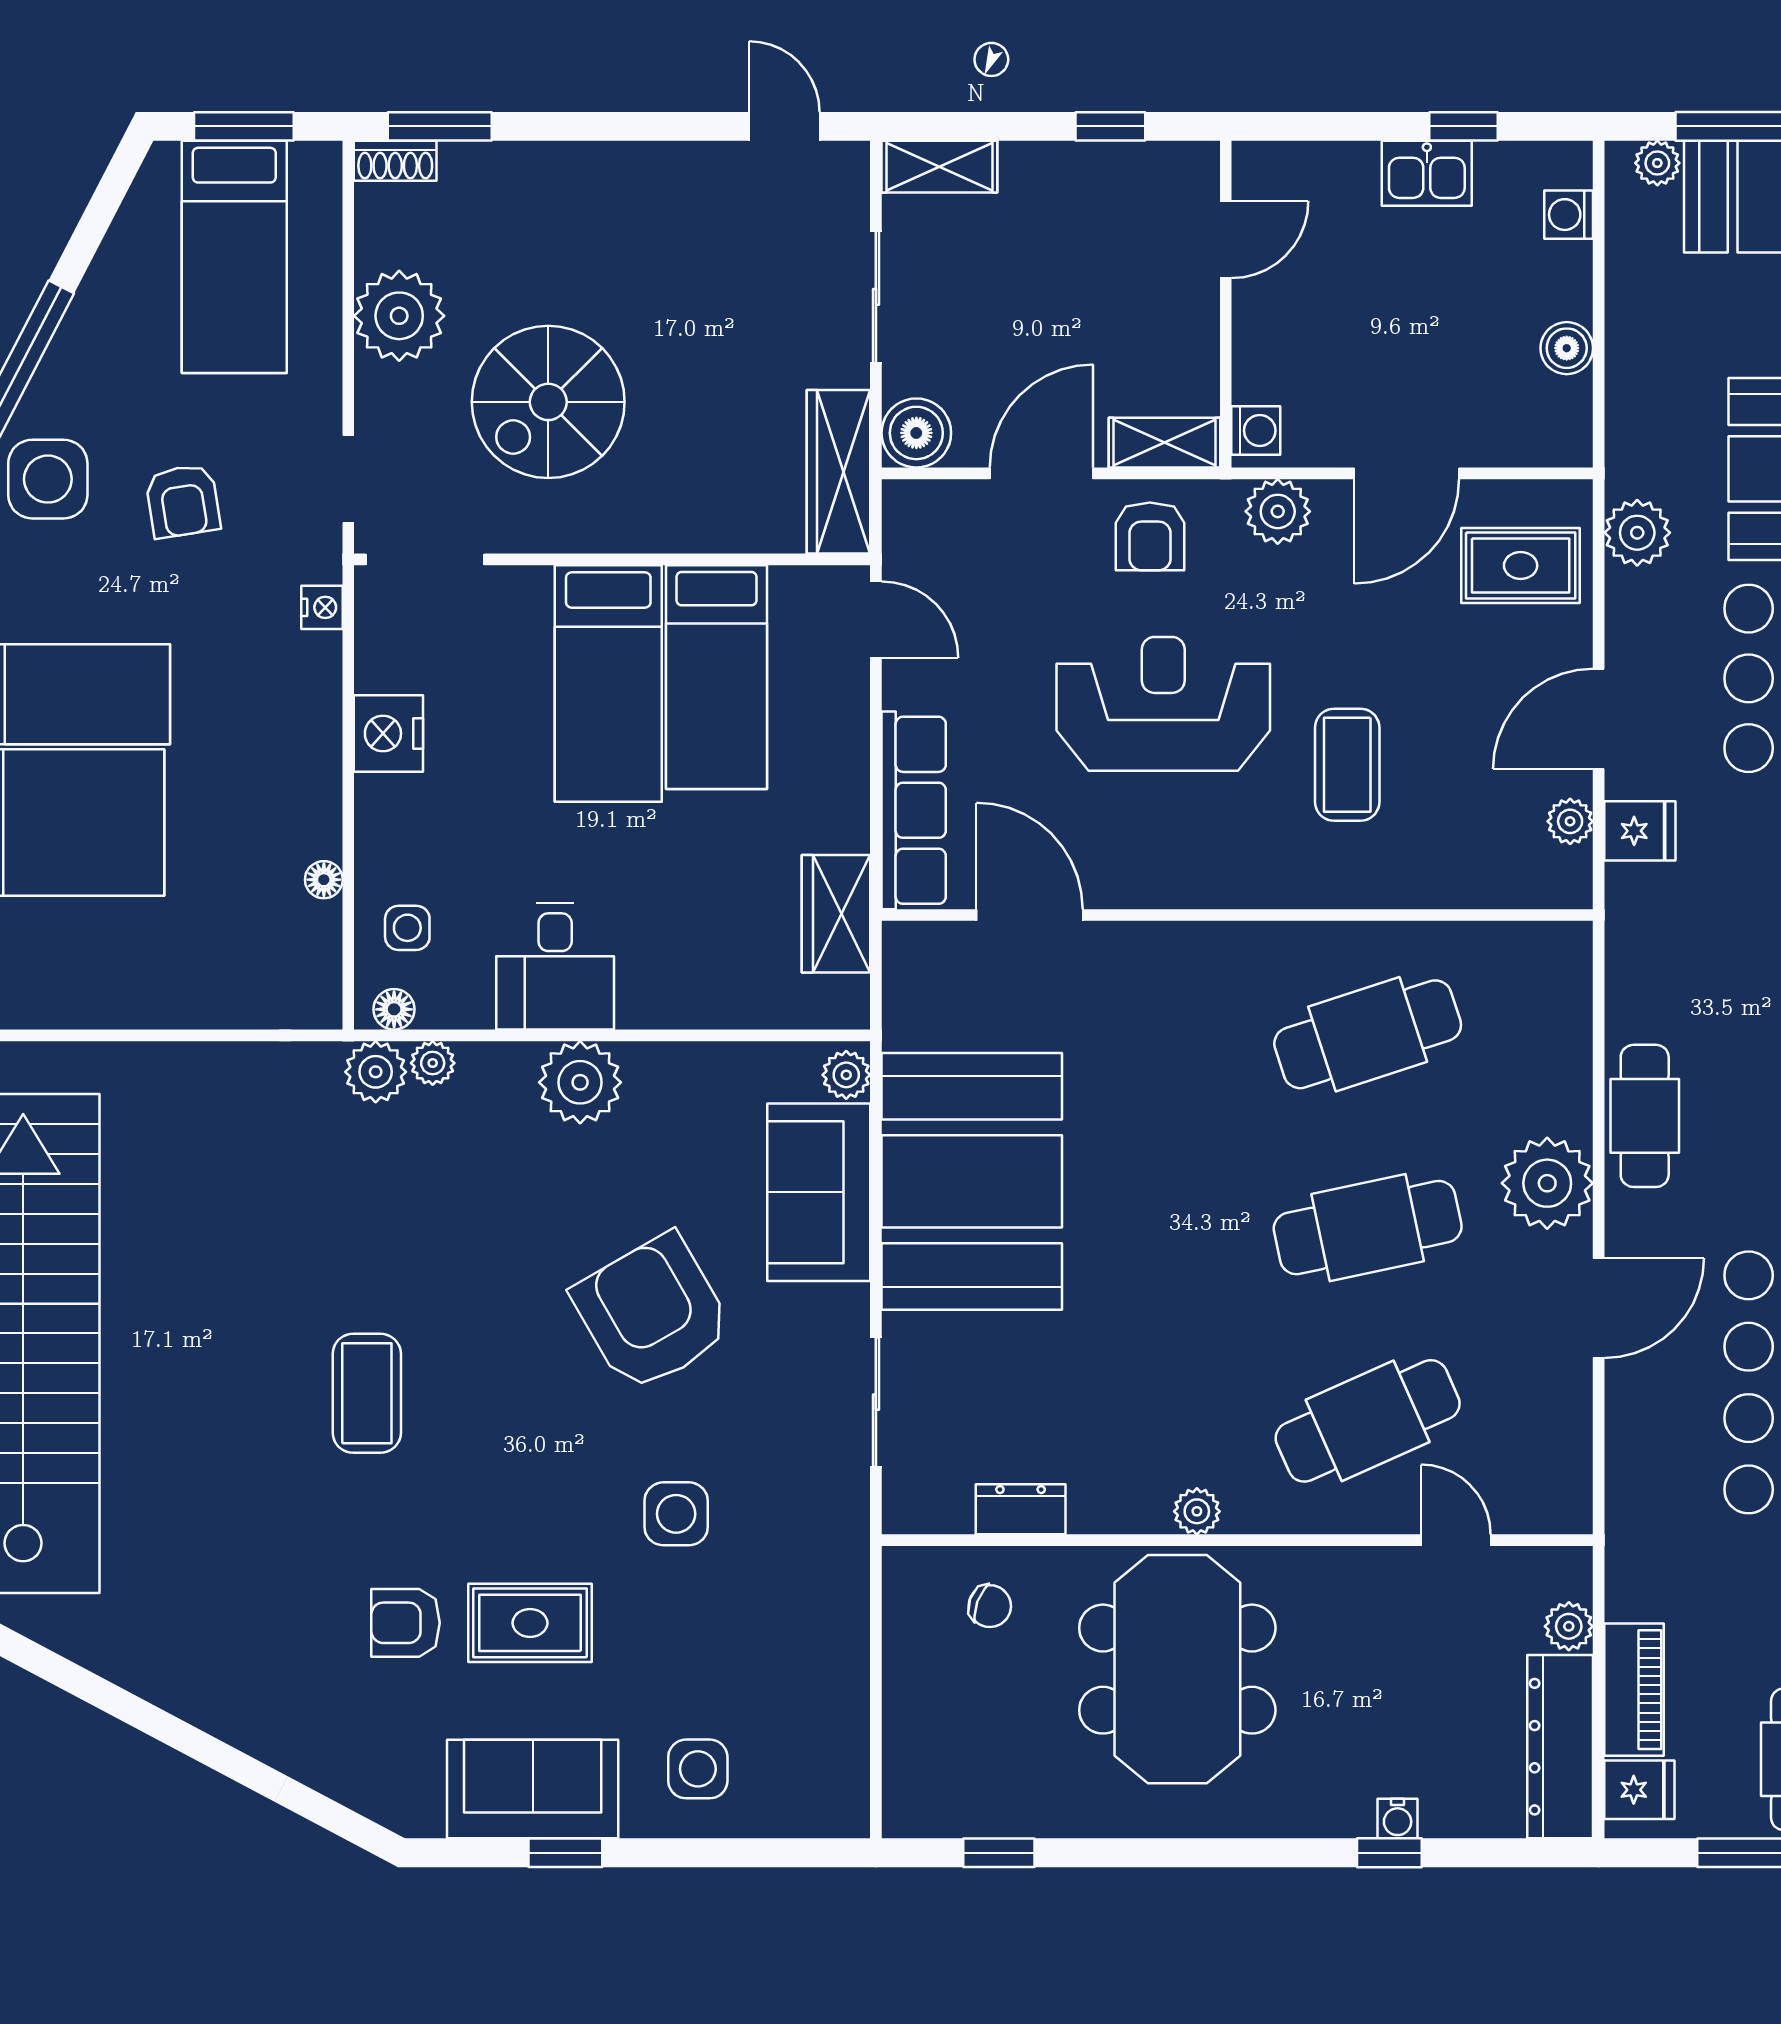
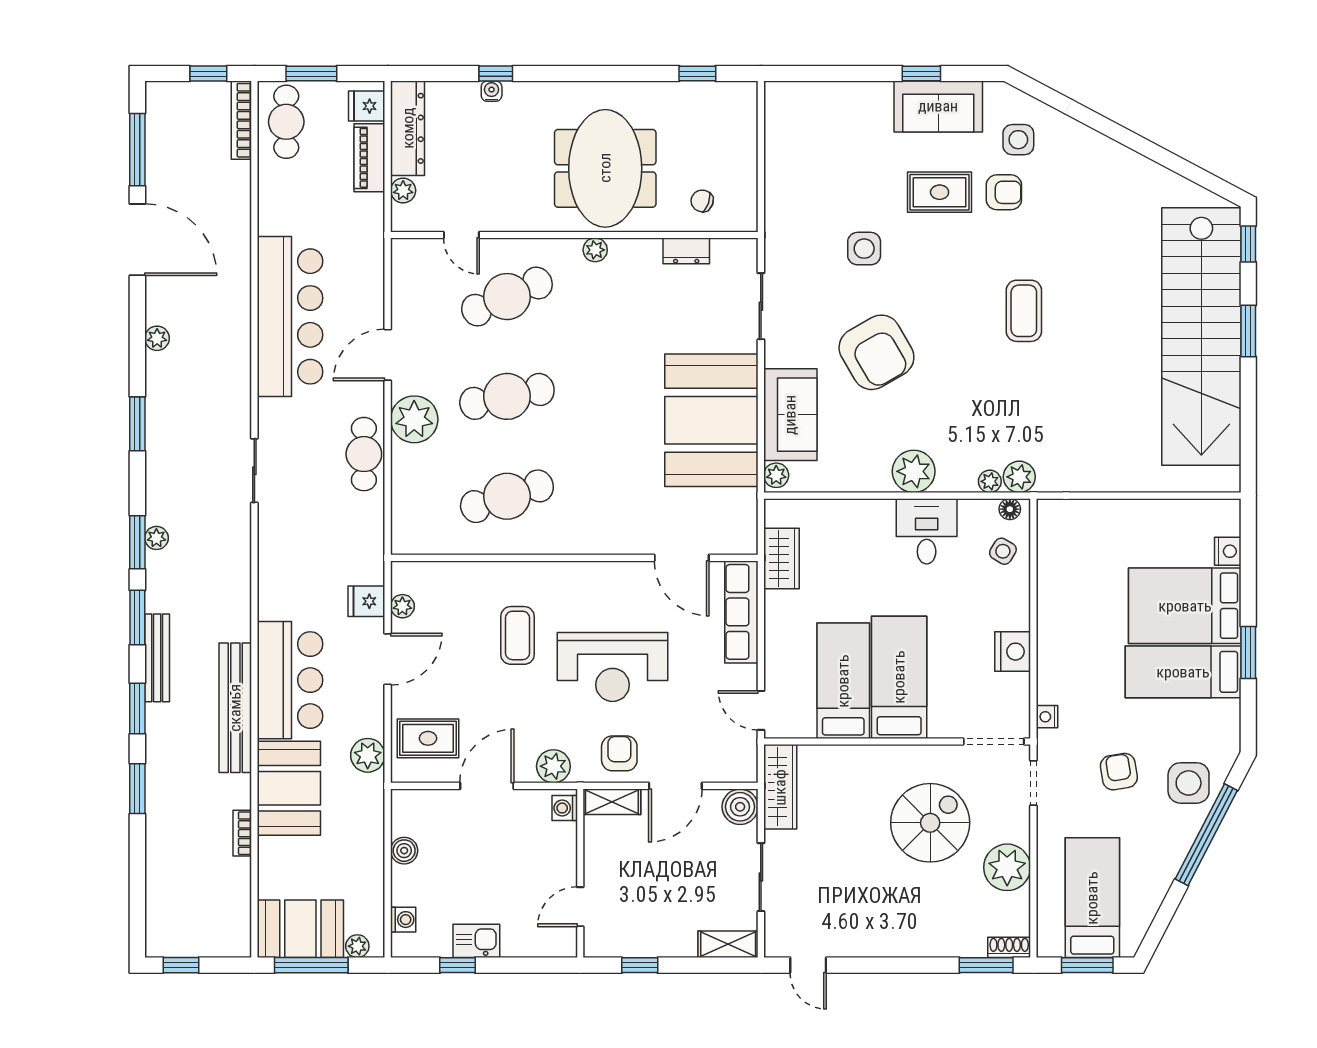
floor lamp: (324, 880) -> (1046, 576), removed
side table: (407, 928) -> (1003, 551), turned 31
side table: (698, 1769) -> (1018, 140), moved

